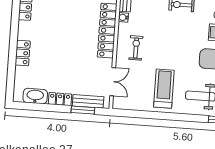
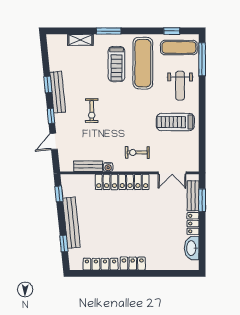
locker: (23, 53) -> (133, 264), moved
double door: (113, 82) -> (172, 173), swing flipped

